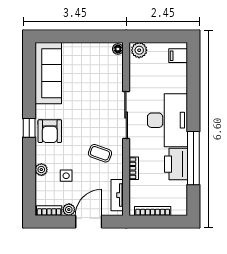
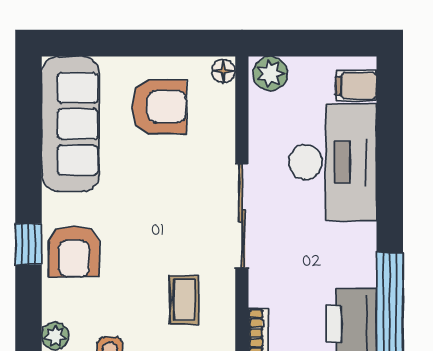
armchair: (89, 65) -> (159, 107), added
desk: (168, 120) -> (333, 162), moved
coffee table: (100, 153) -> (184, 300), turned 70

